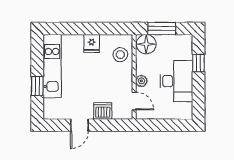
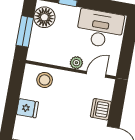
floor lamp: (146, 44) -> (44, 17), moved
desk: (176, 81) -> (100, 29), moved

